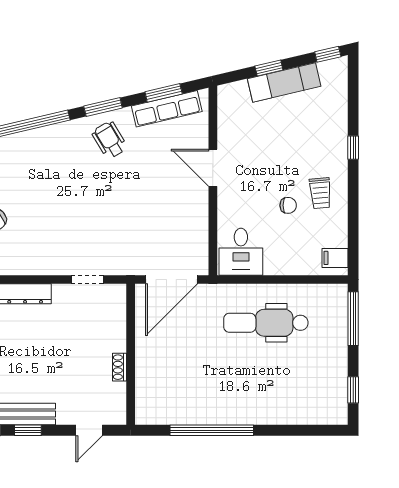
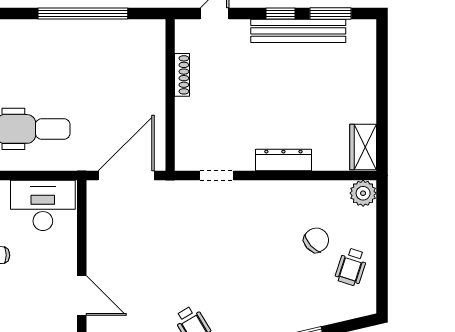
desk: (241, 252) -> (43, 205), width x1.37
shoe rack: (120, 367) -> (182, 75), width x1.43

